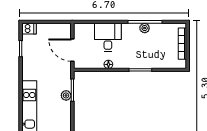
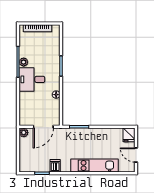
dishwasher: (29, 29) -> (55, 166), moved
desk: (108, 37) -> (32, 79), moved
plant: (66, 95) -> (24, 133), moved

